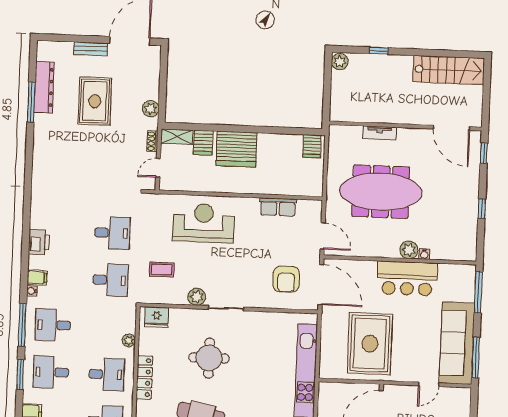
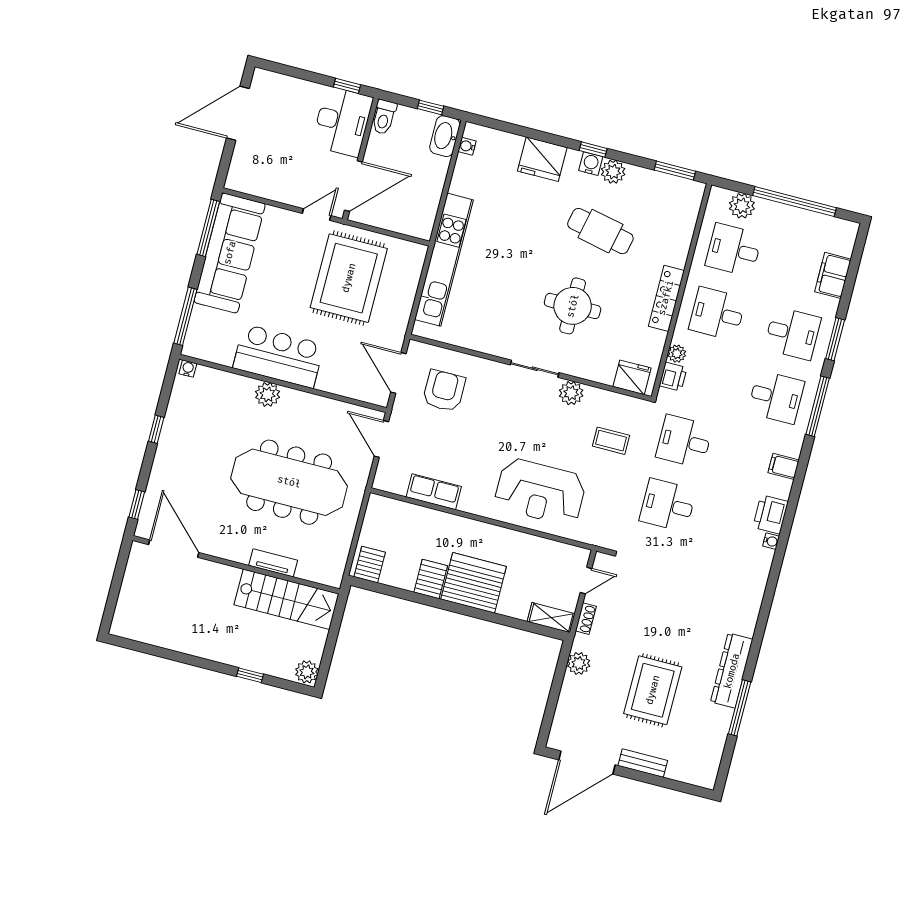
stairs: (449, 70) -> (286, 599), moved, turned 180
dresser: (44, 87) -> (732, 671), moved
server rack: (203, 143) -> (431, 579), moved
water cooler: (424, 254) -> (188, 369), moved
door: (321, 285) -> (398, 373), width x0.73
water cooler: (32, 291) -> (771, 541), moved
printer: (128, 324) -> (673, 377), added
door: (429, 384) -> (317, 215), moved

